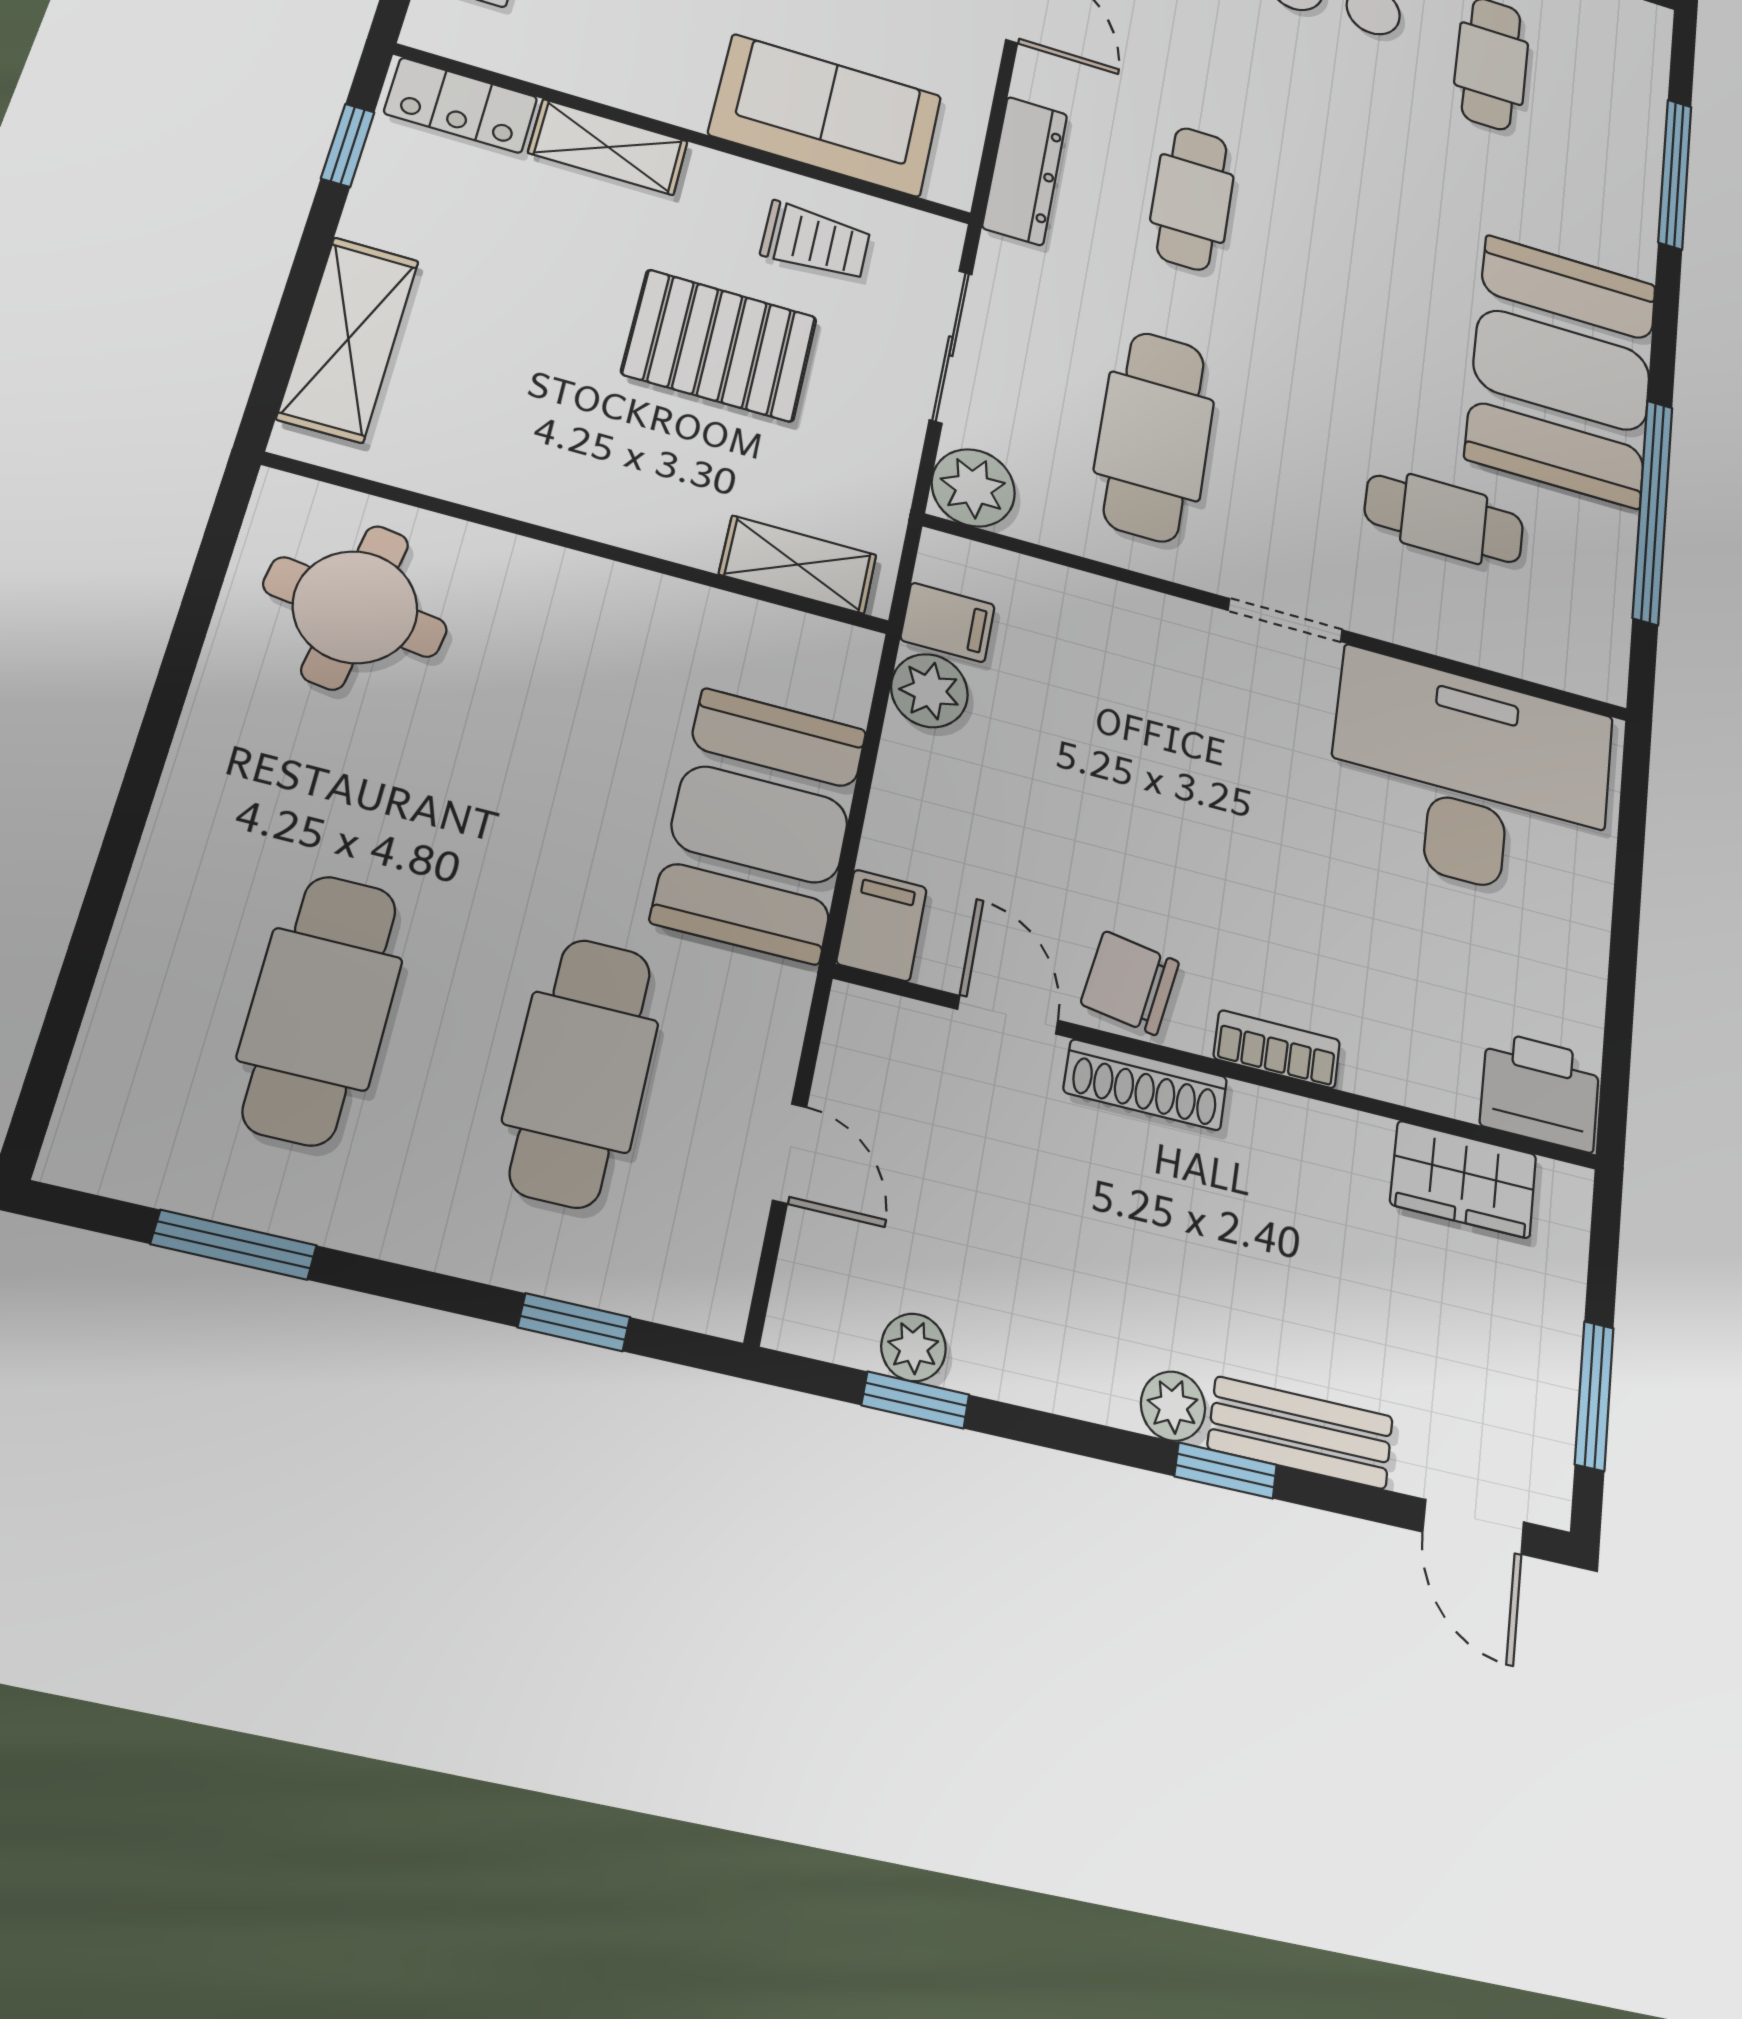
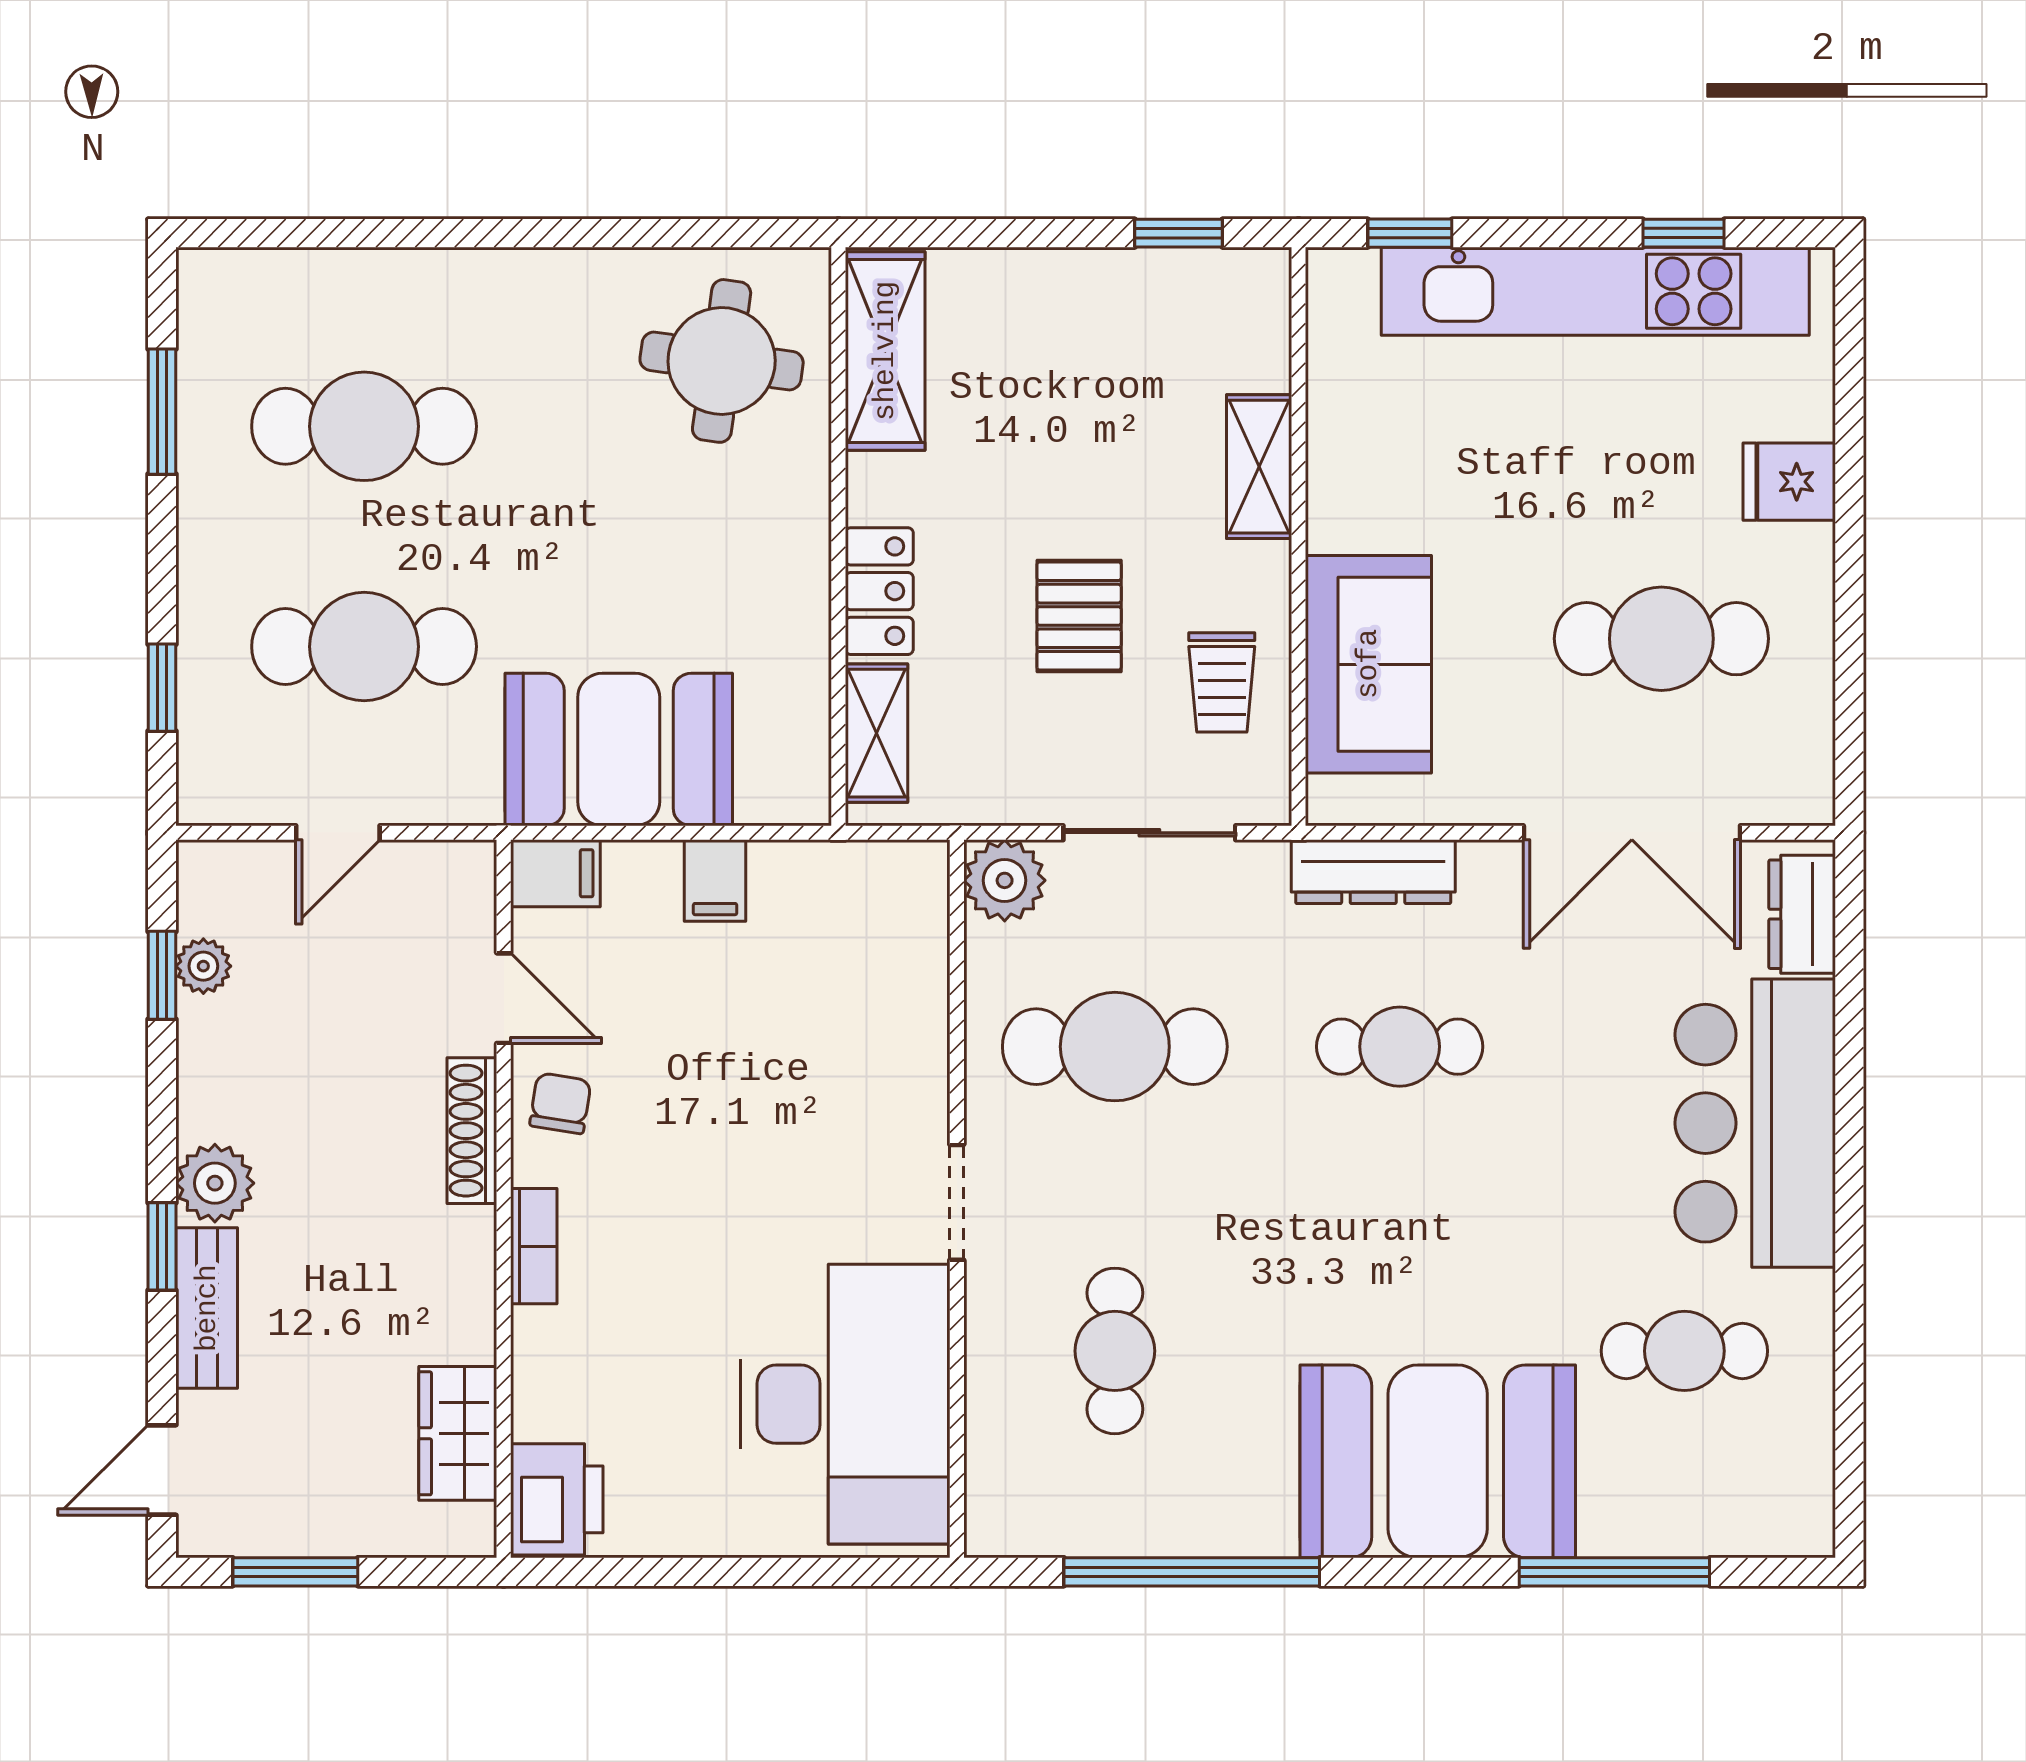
locker: (461, 105) -> (879, 591), moved, turned 180
shelving: (348, 339) -> (885, 351), moved, turned 90
pallet: (720, 345) -> (1079, 616), width x0.67, depth x0.71
booth: (1562, 370) -> (1438, 1461), moved
filing cabinet: (948, 622) -> (715, 881), moved
plant: (929, 691) -> (787, 876), removed
chair: (1130, 983) -> (560, 1103), width x0.73, depth x0.73
door: (1008, 1015) -> (504, 998), hinge flipped
plant: (1173, 1406) -> (215, 1183), width x1.38, depth x1.38

